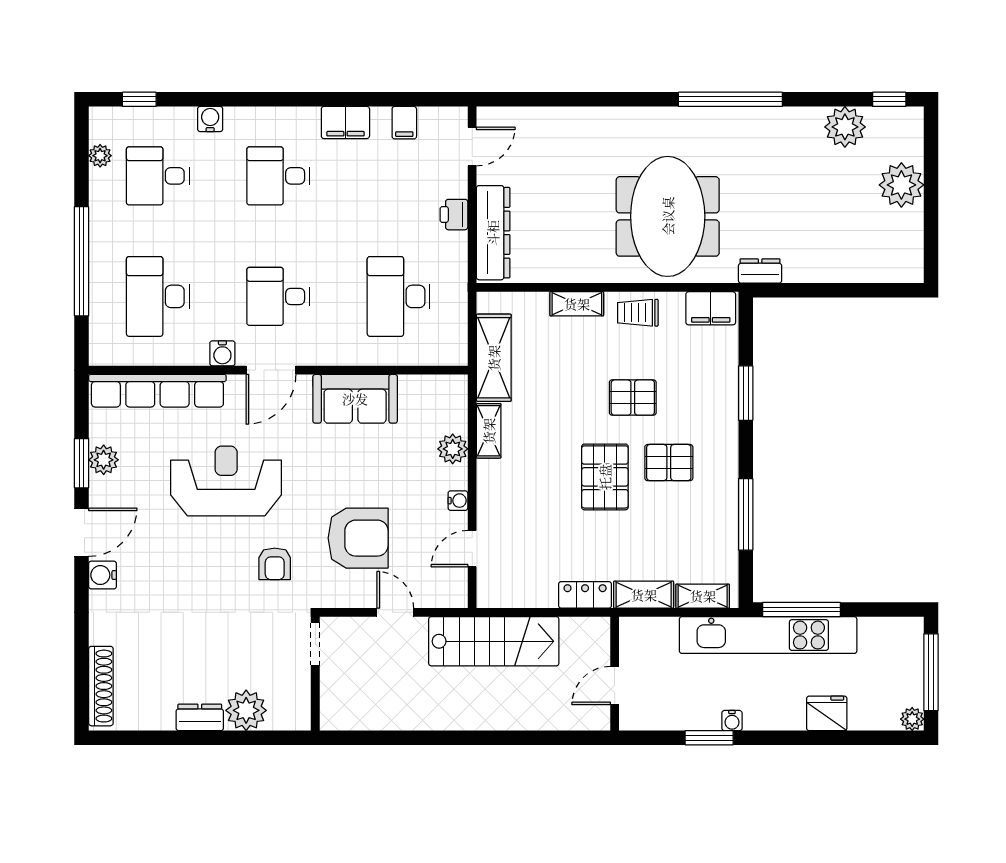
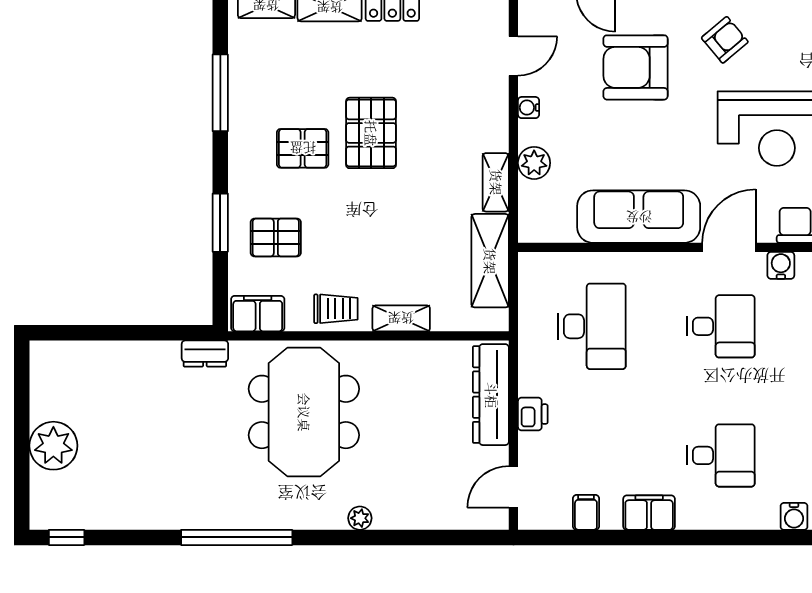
plant: (845, 127) -> (360, 518), moved, width x0.53, depth x0.53
pallet: (633, 398) -> (276, 237), moved
sofa: (355, 399) -> (639, 217), width x1.36
armchair: (275, 564) -> (725, 40), turned 50

